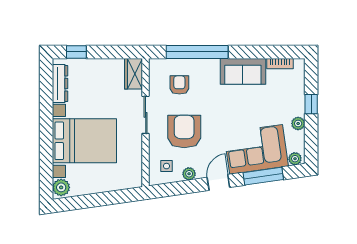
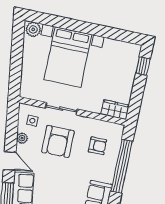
dresser: (60, 84) -> (120, 47), removed
sliding door: (146, 115) -> (61, 109), moved
armchair: (184, 132) -> (58, 141), turned 90

